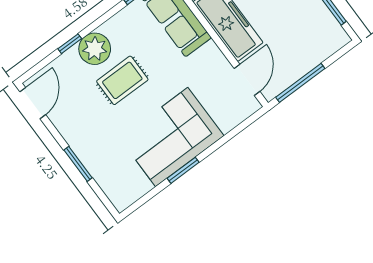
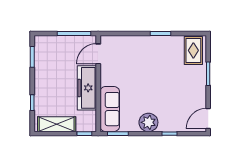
plant: (95, 49) -> (148, 122), moved
rug: (122, 80) -> (193, 50), moved, turned 90
corner sofa: (172, 137) -> (154, 53), removed

